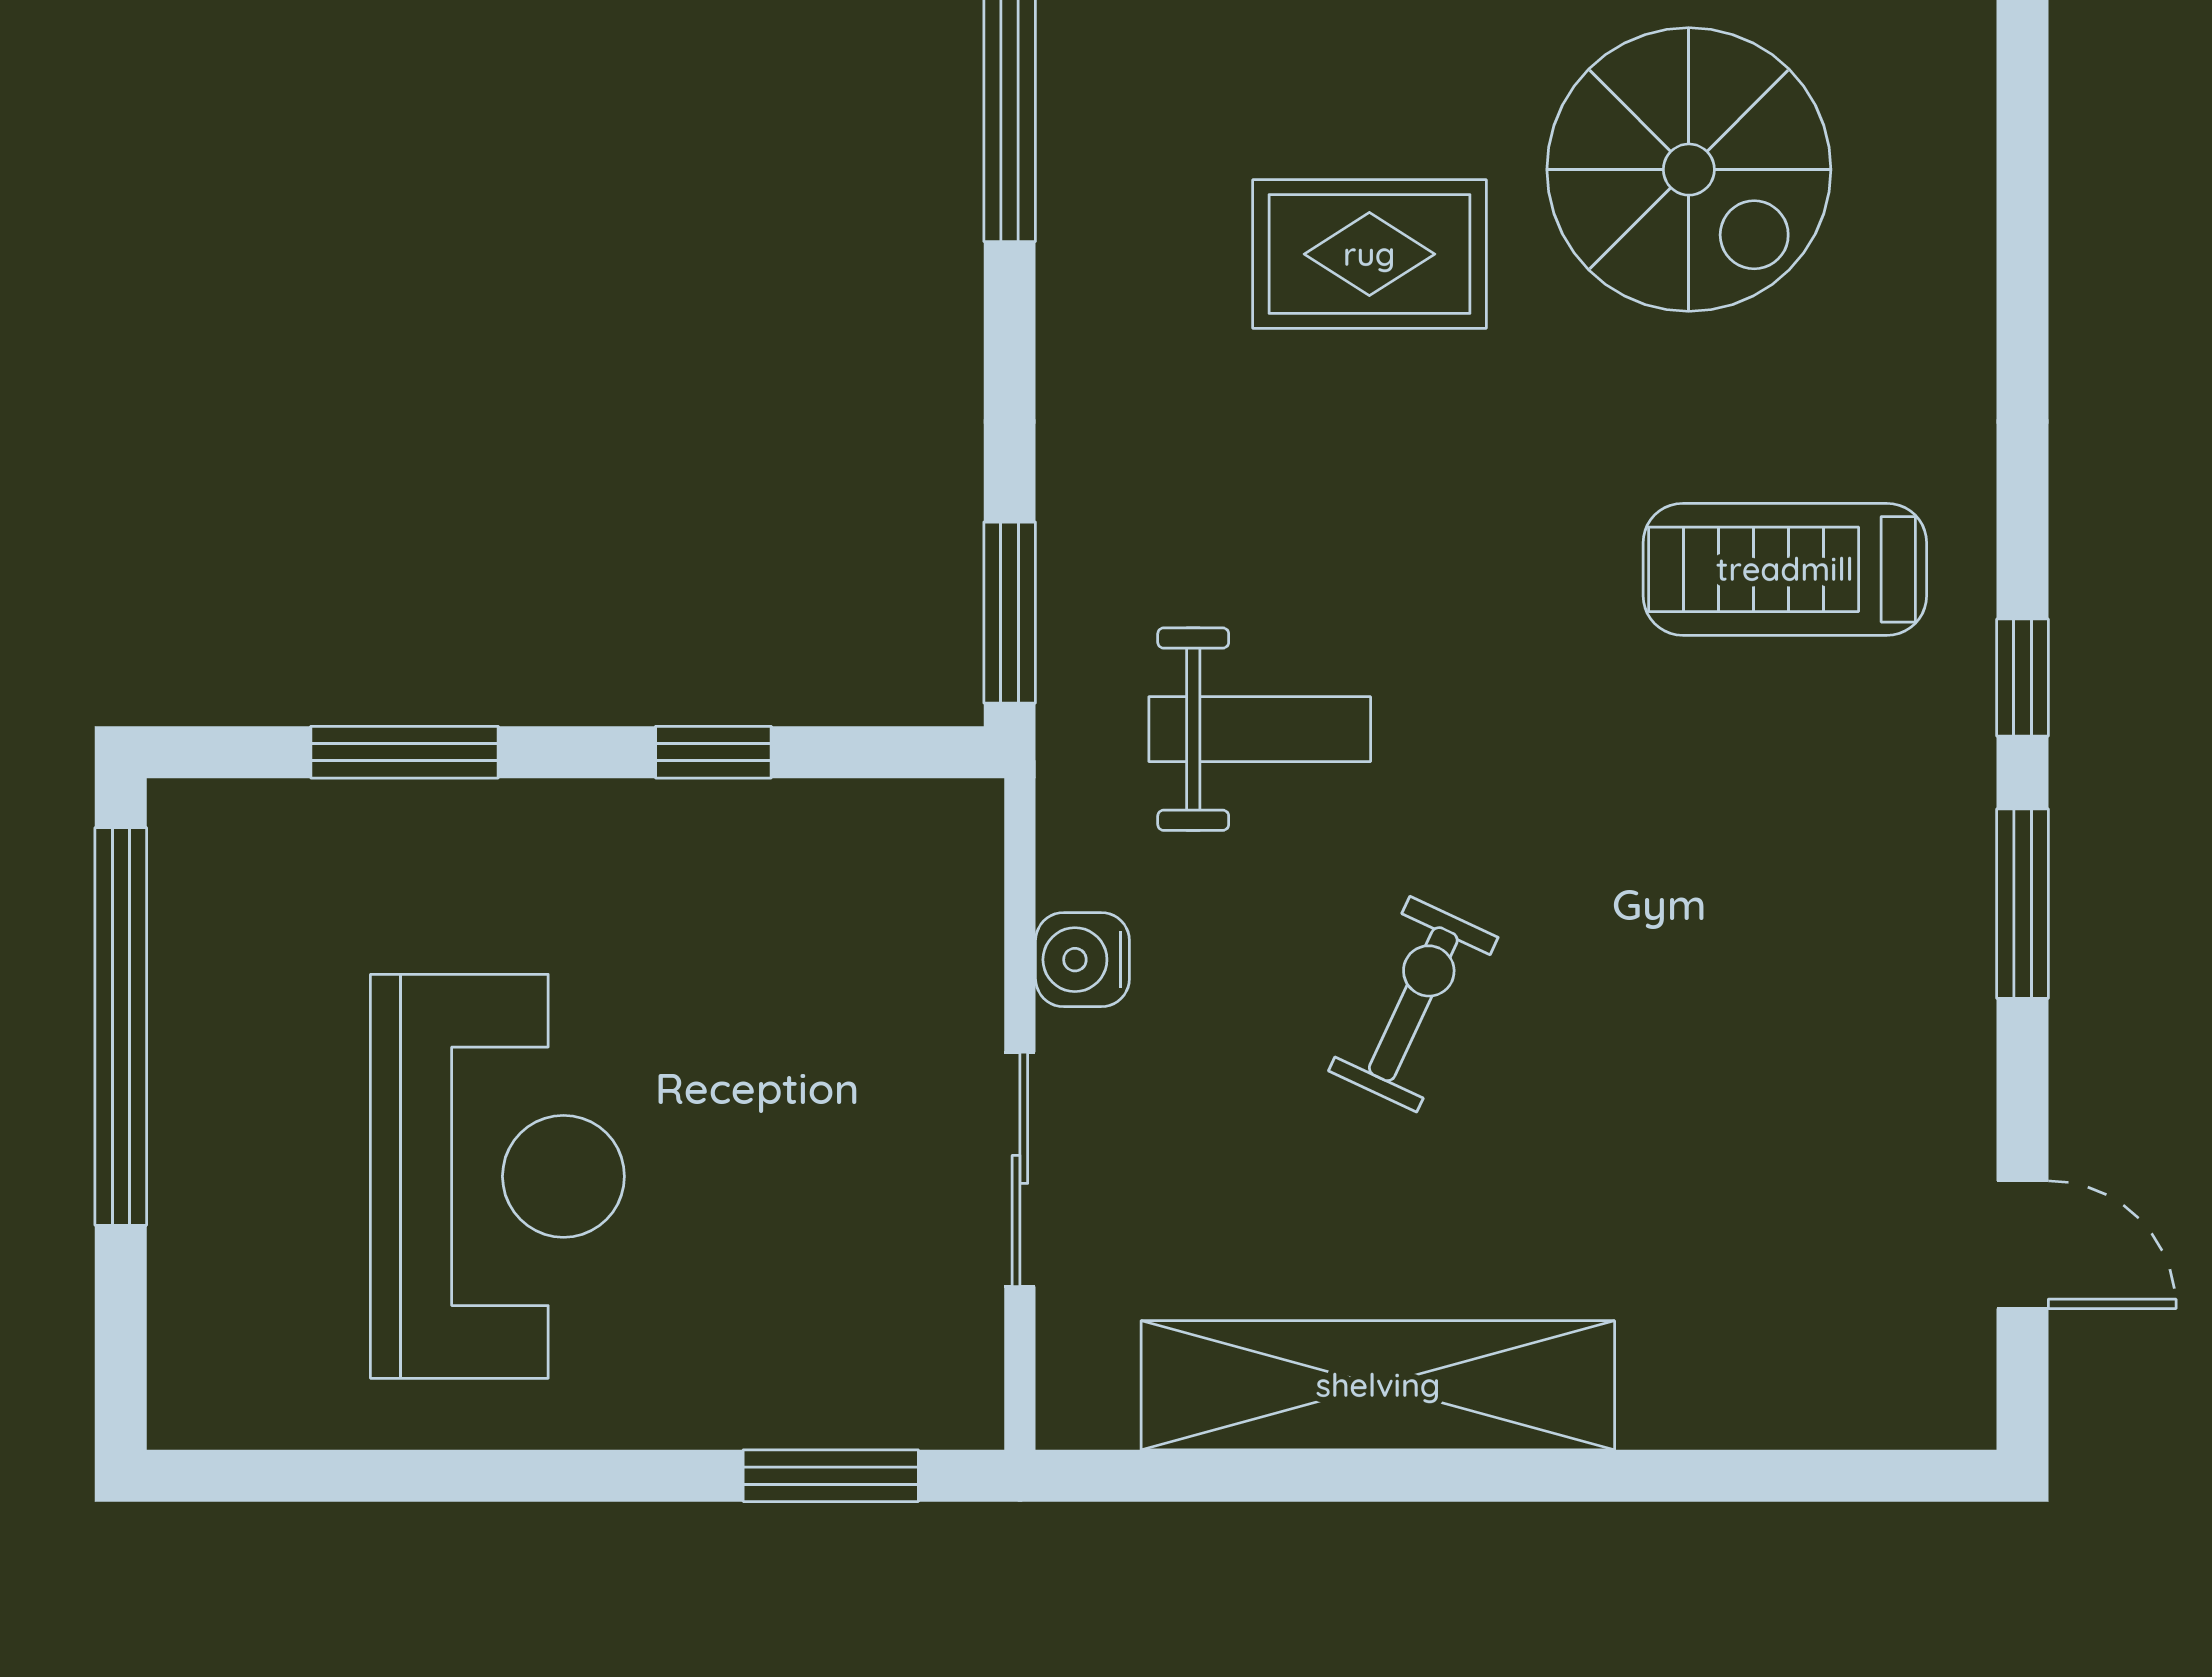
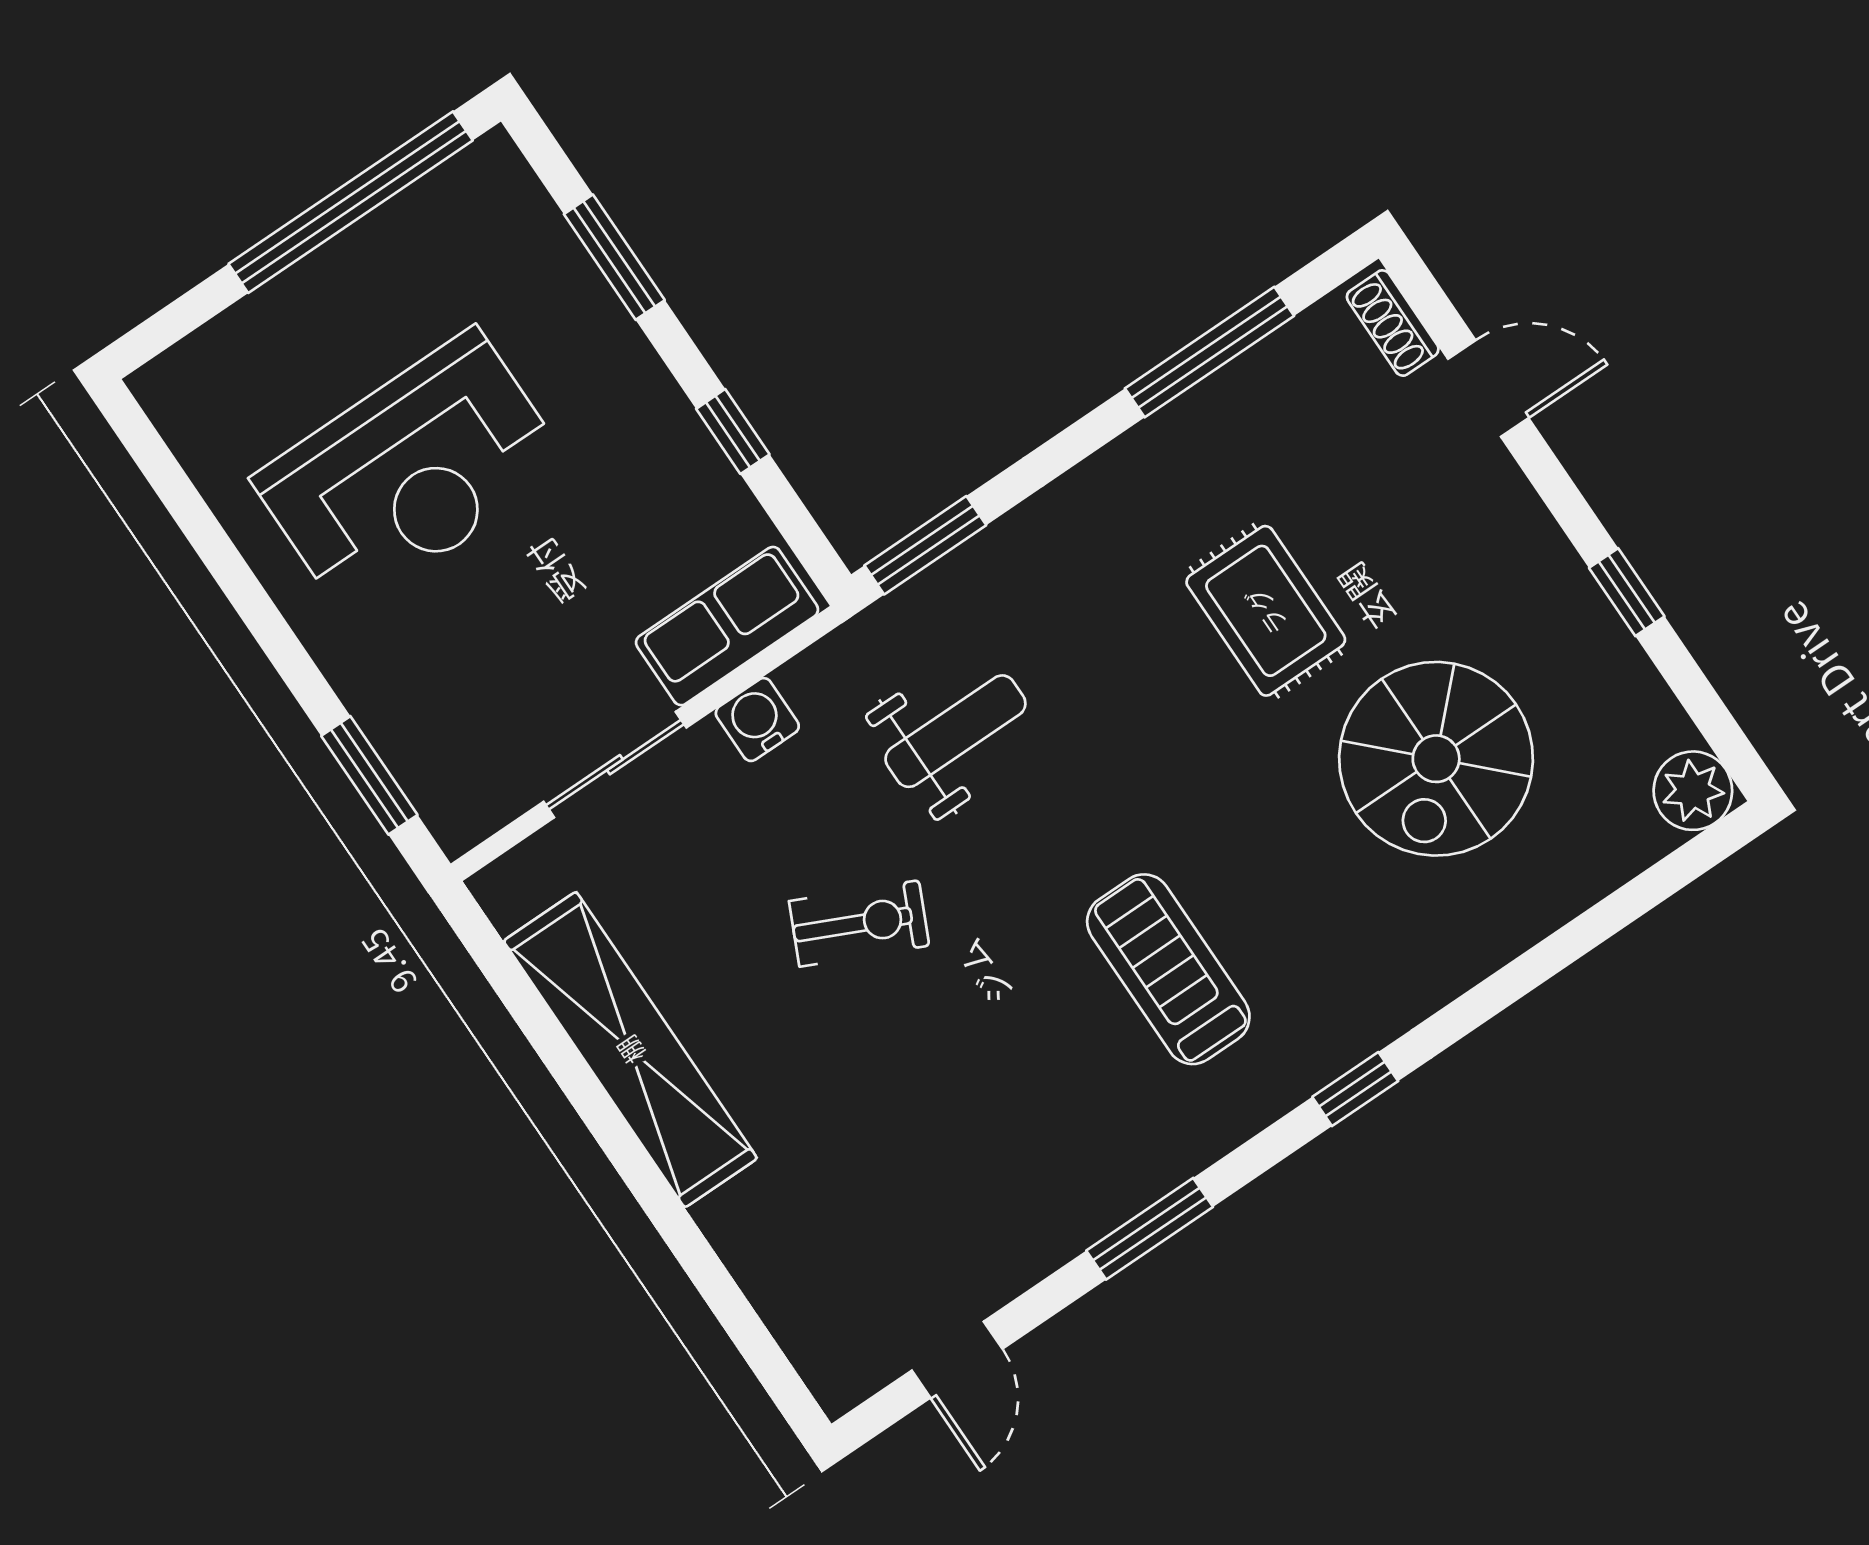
treadmill: (1785, 569) -> (1168, 969), moved
window: (2023, 678) -> (1355, 1089), moved
weight bench: (1260, 729) -> (955, 731), turned -90
row of seats: (944, 919) -> (727, 626), added

